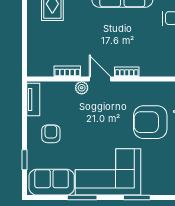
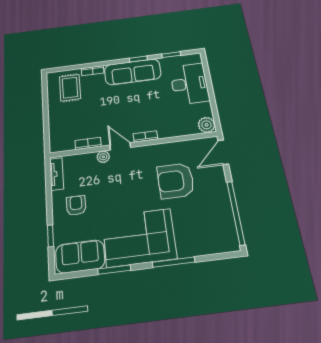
window: (137, 198) -> (174, 262), width x1.44

